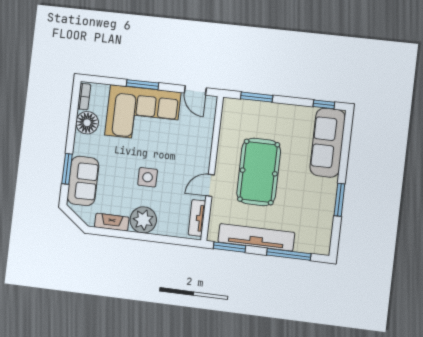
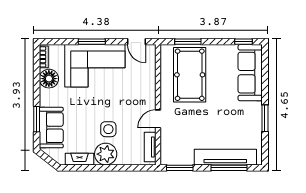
pool table: (259, 172) -> (190, 75), moved
side table: (148, 177) -> (108, 129), moved
tv unit: (256, 237) -> (225, 157), moved

